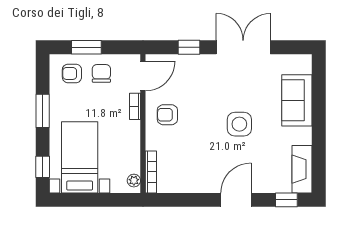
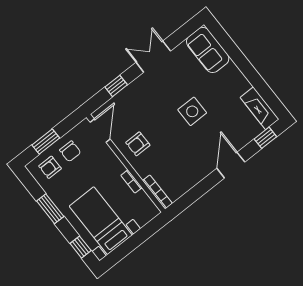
double door: (243, 47) -> (153, 57), width x0.73
chair: (101, 73) -> (70, 151), turned 180
sofa: (297, 100) -> (208, 50), moved
bookcase: (135, 106) -> (131, 181), moved
plant: (134, 181) -> (150, 207), removed

